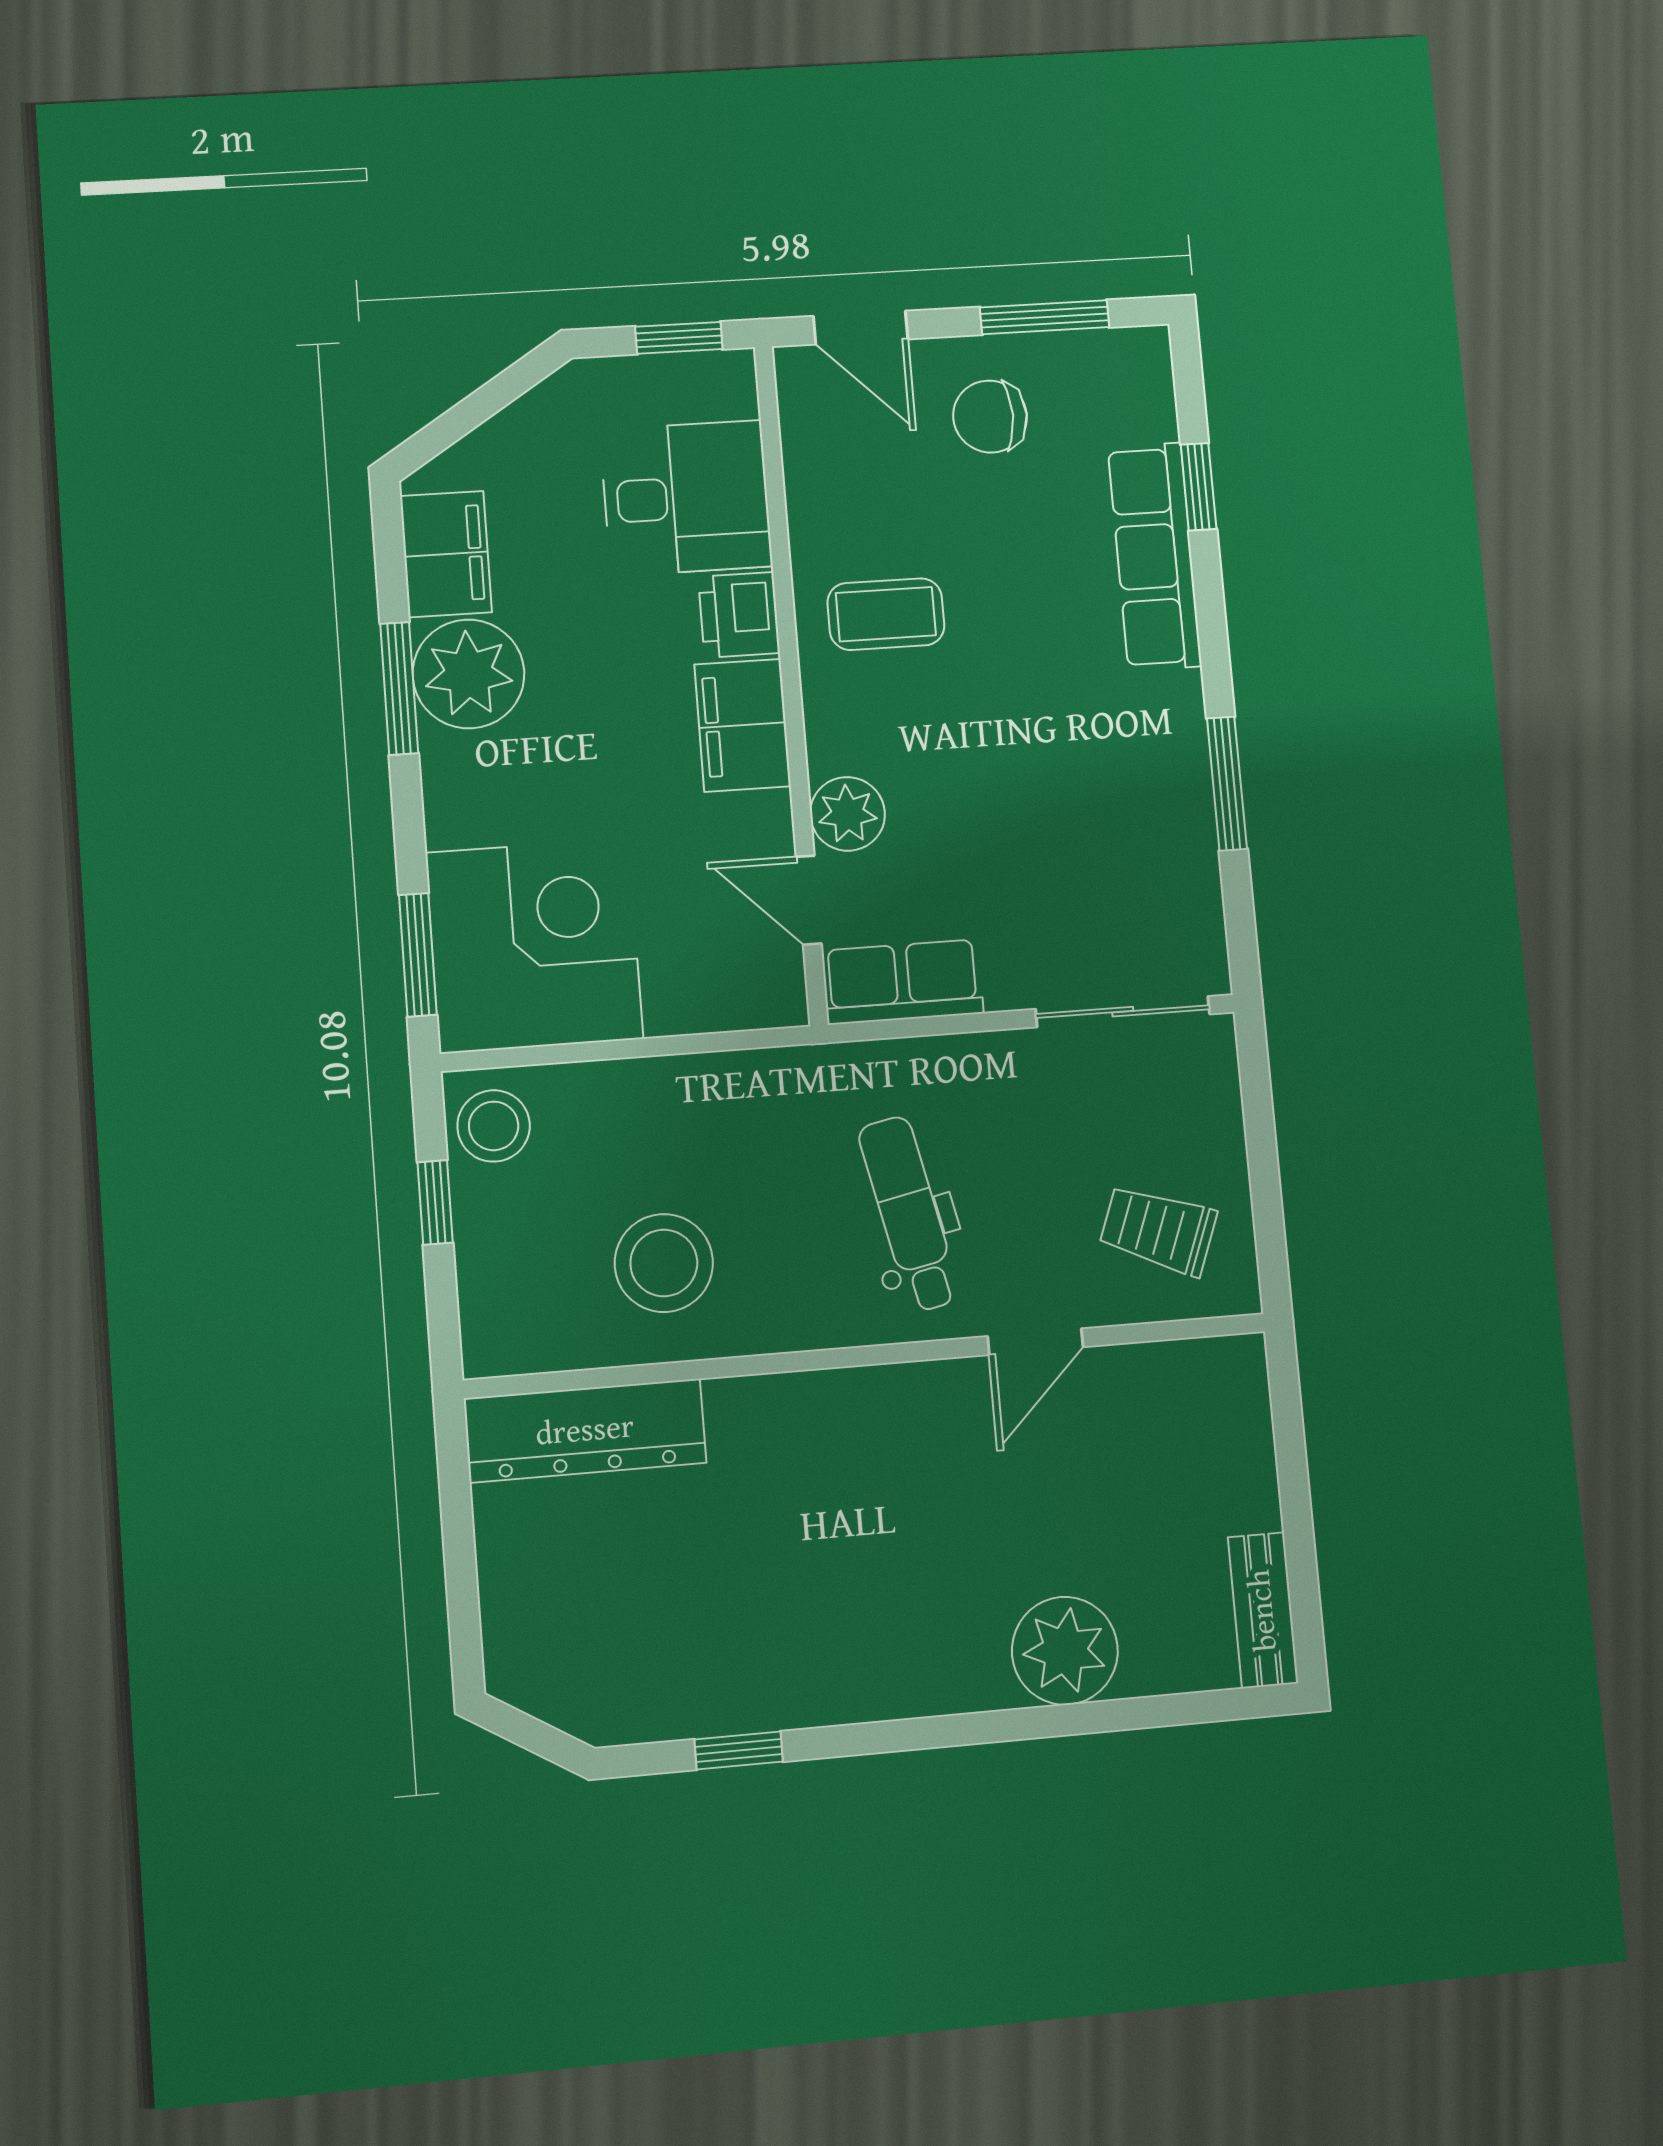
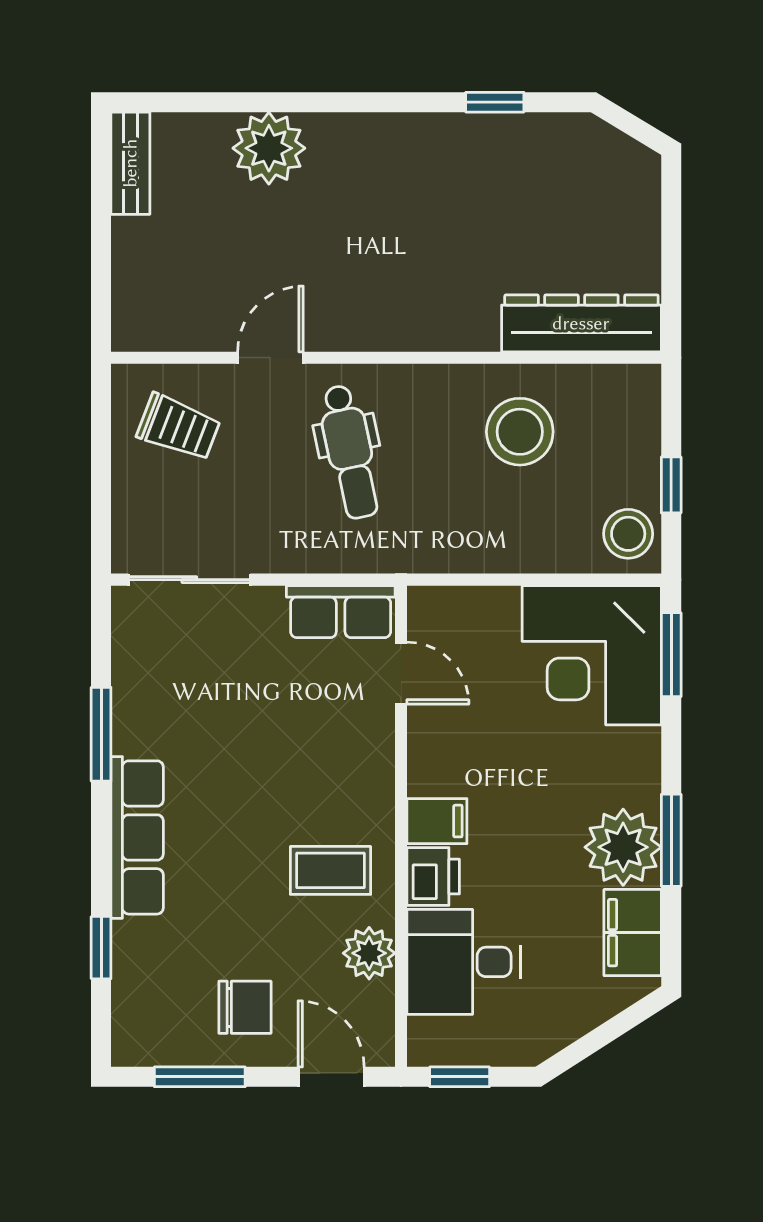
row of seats: (1155, 556) -> (137, 837), moved
filing cabinet: (742, 725) -> (437, 821), width x0.50
plant: (848, 814) -> (369, 953), moved

